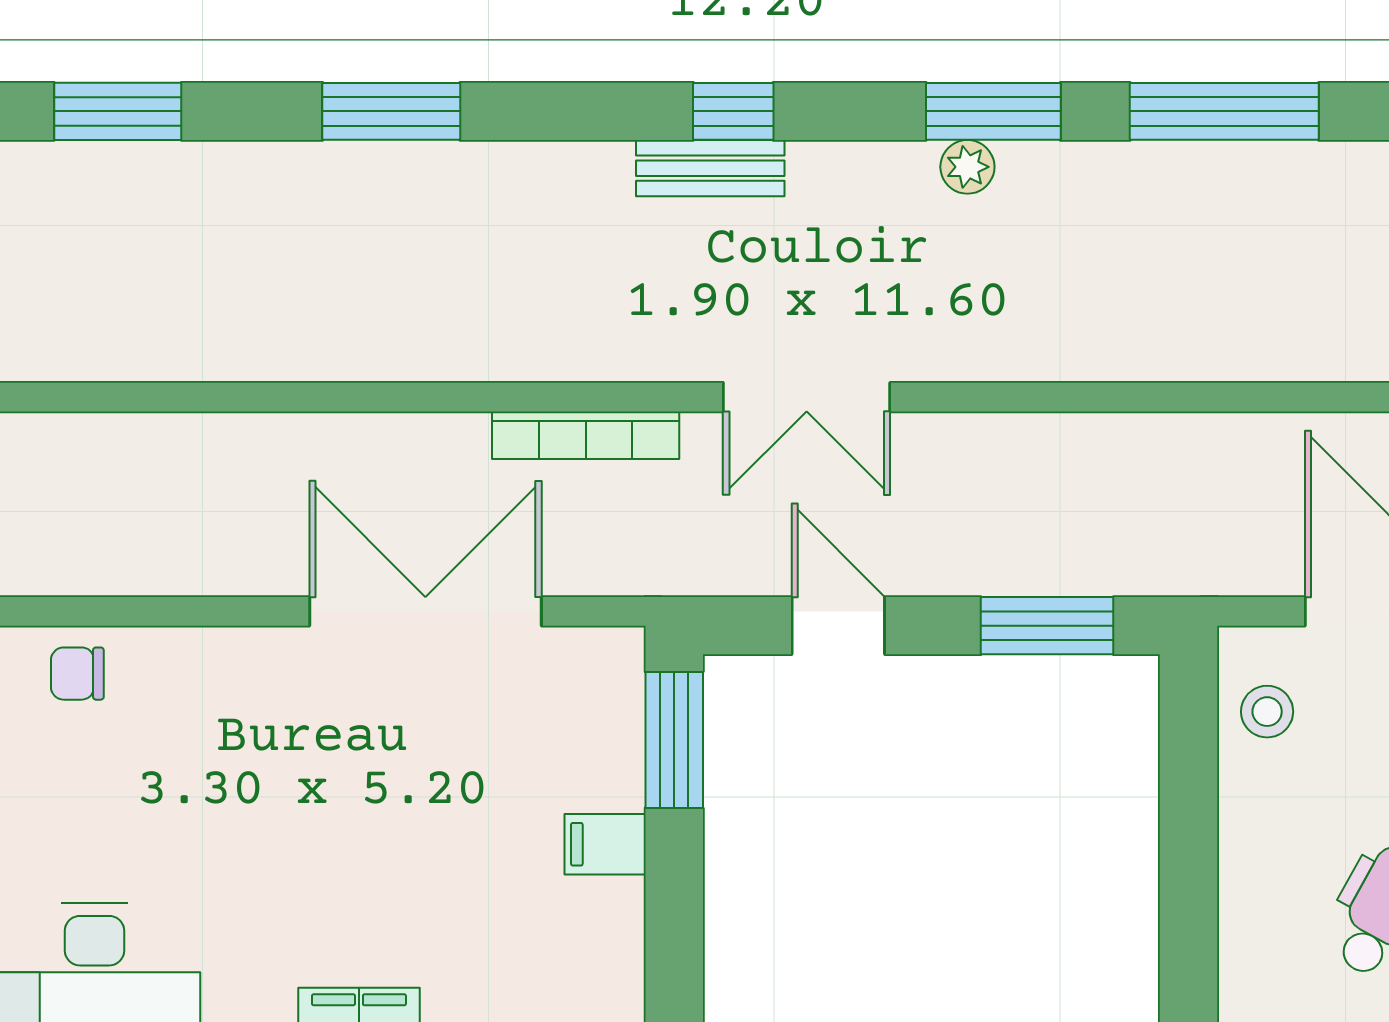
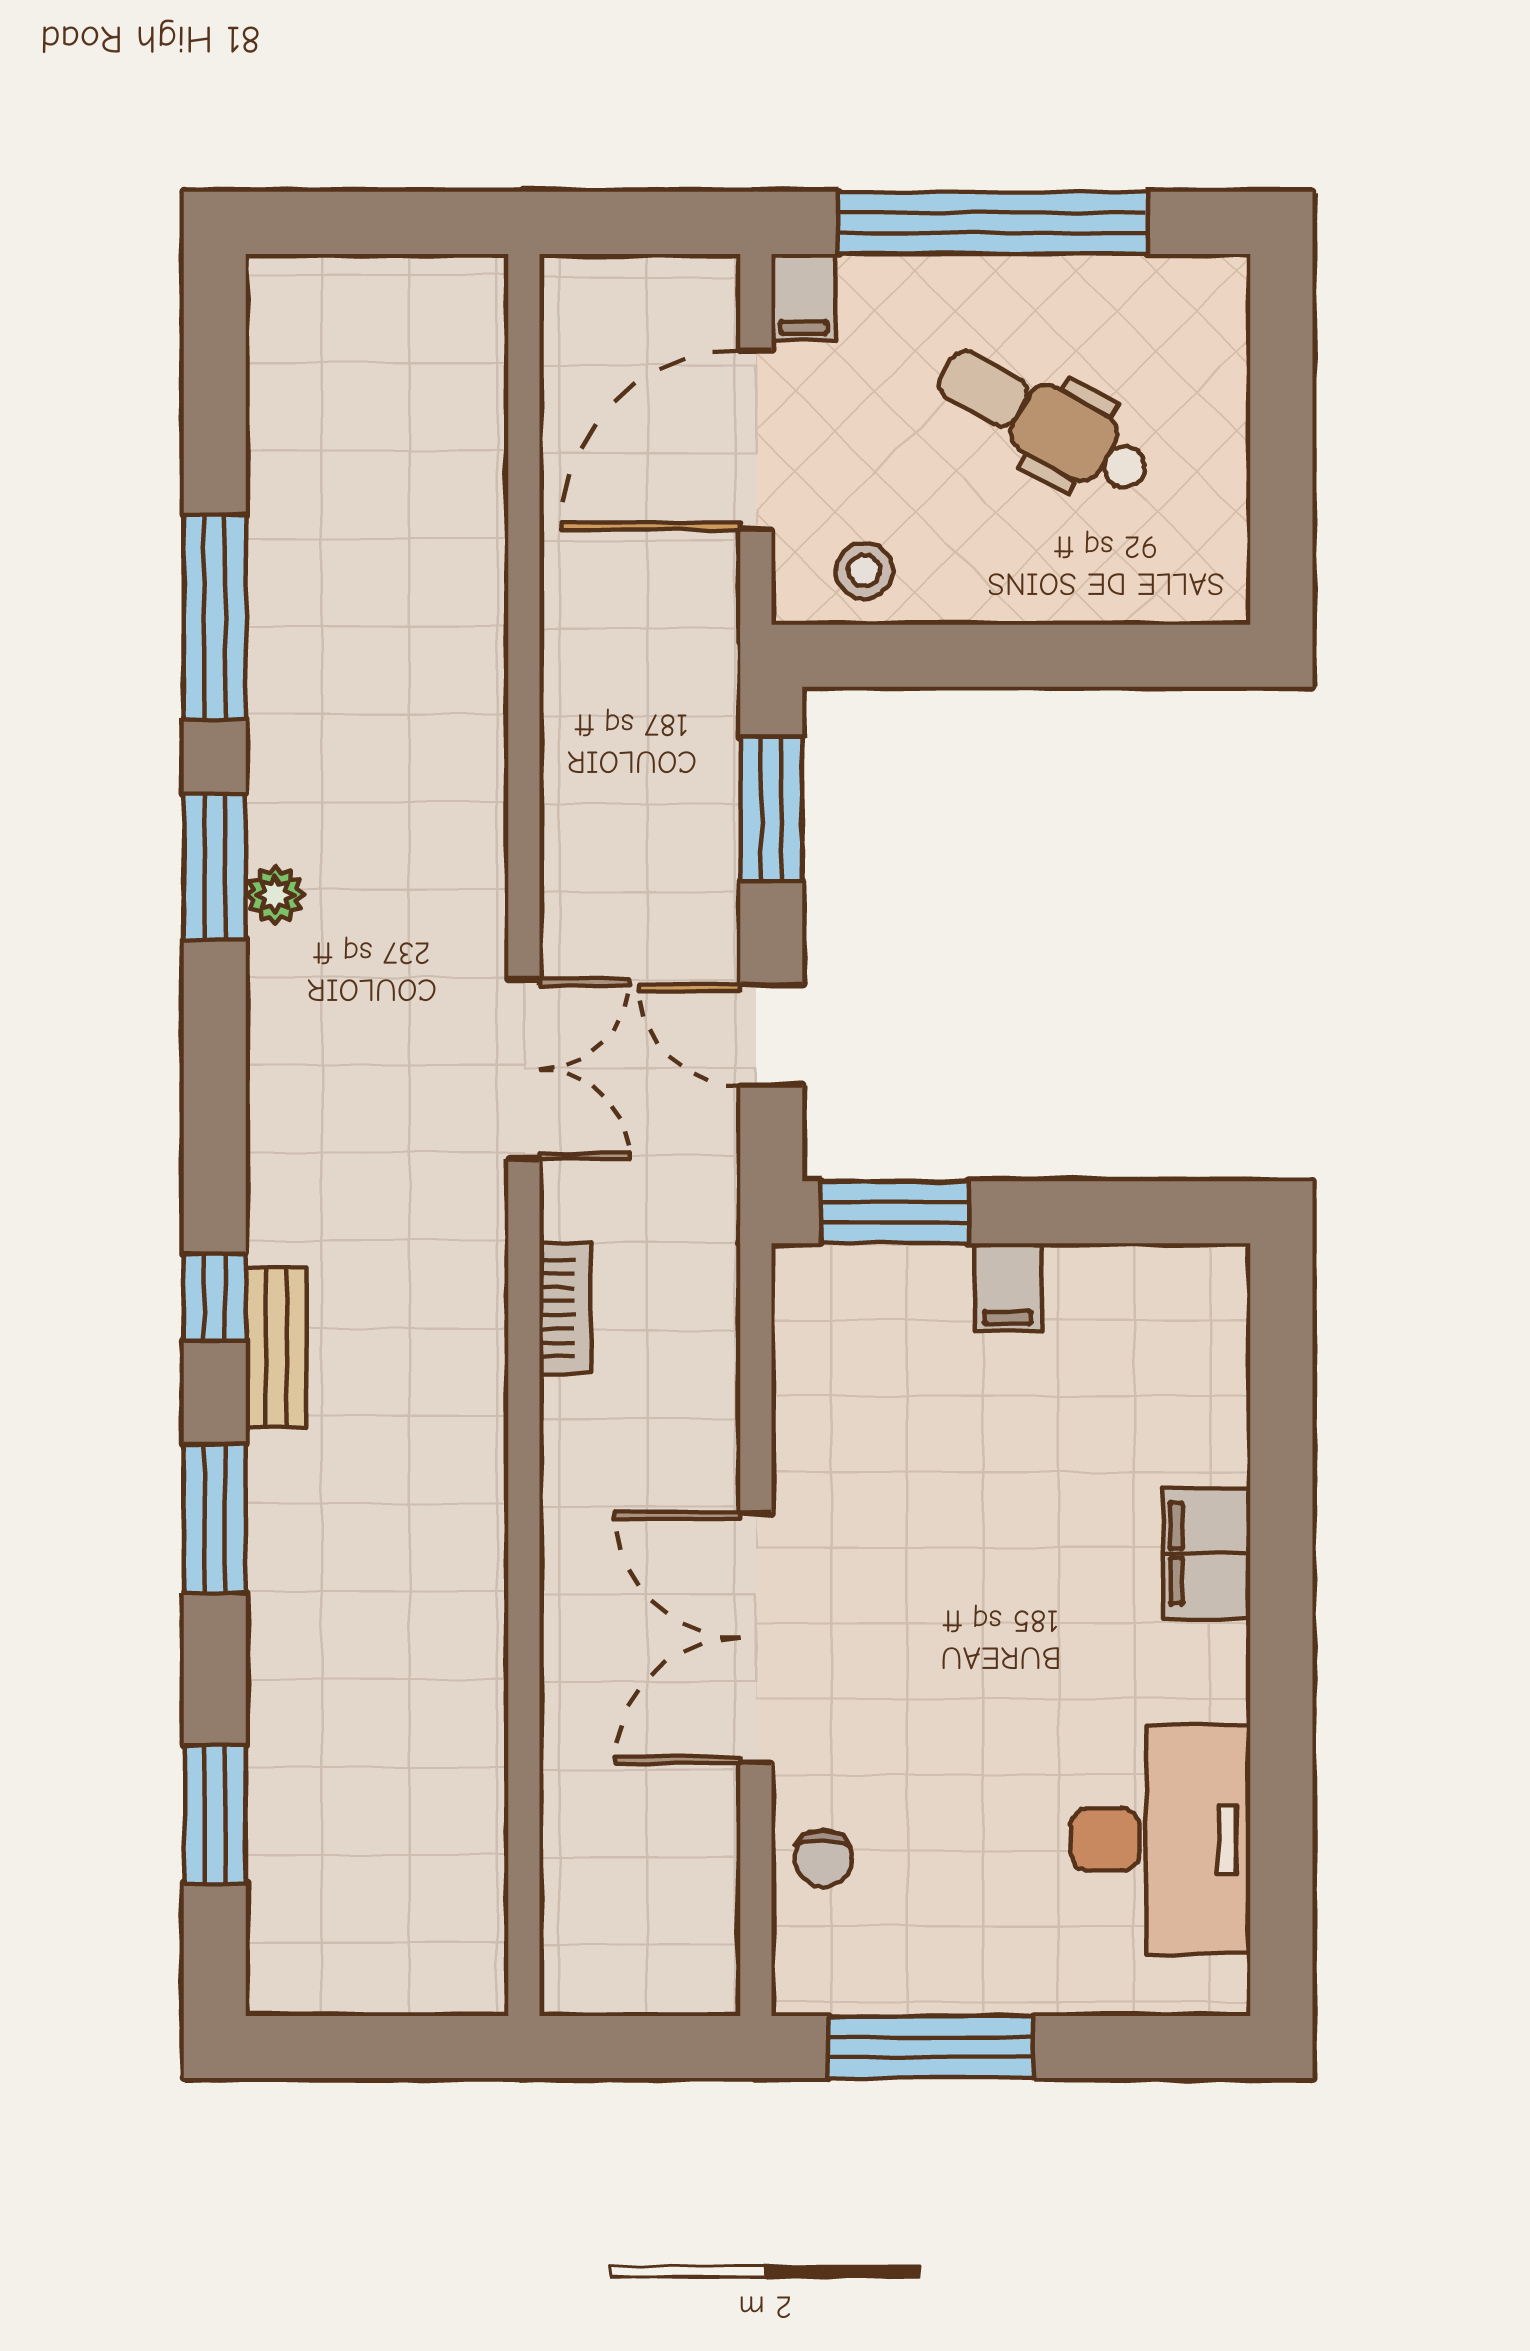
window: (733, 111) -> (215, 1297), moved
bench: (710, 168) -> (276, 1348), moved
bookcase: (586, 435) -> (565, 1308), width x0.64
double door: (425, 611) -> (756, 1638), moved
door: (838, 626) -> (771, 1035), hinge flipped

